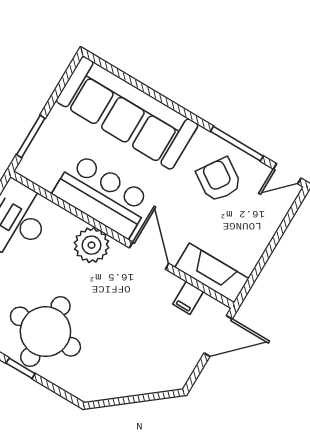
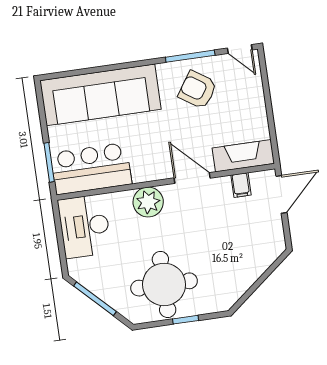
door: (287, 174) -> (240, 49), hinge flipped
bar counter: (102, 196) -> (91, 169), moved
window: (21, 368) -> (186, 320), moved

